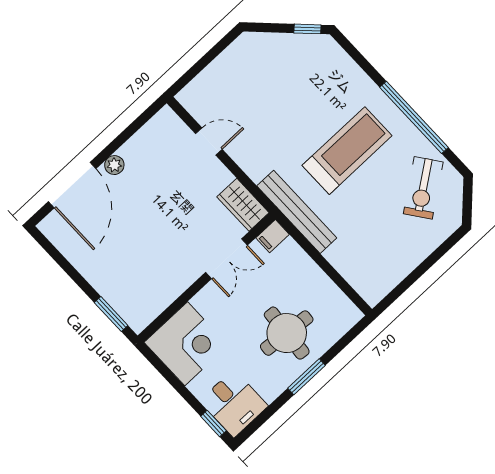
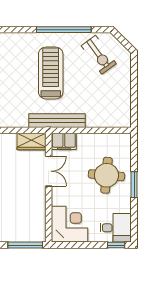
filing cabinet: (272, 236) -> (64, 141), width x2.00
window: (111, 314) -> (25, 245), width x1.44

